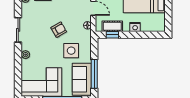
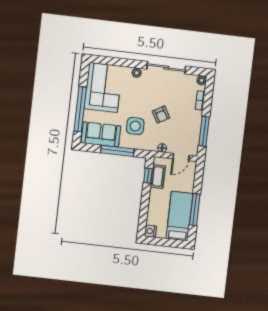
nightstand: (135, 27) -> (151, 231), moved
sliding door: (18, 30) -> (166, 68), width x1.37
window: (94, 74) -> (117, 151), moved

